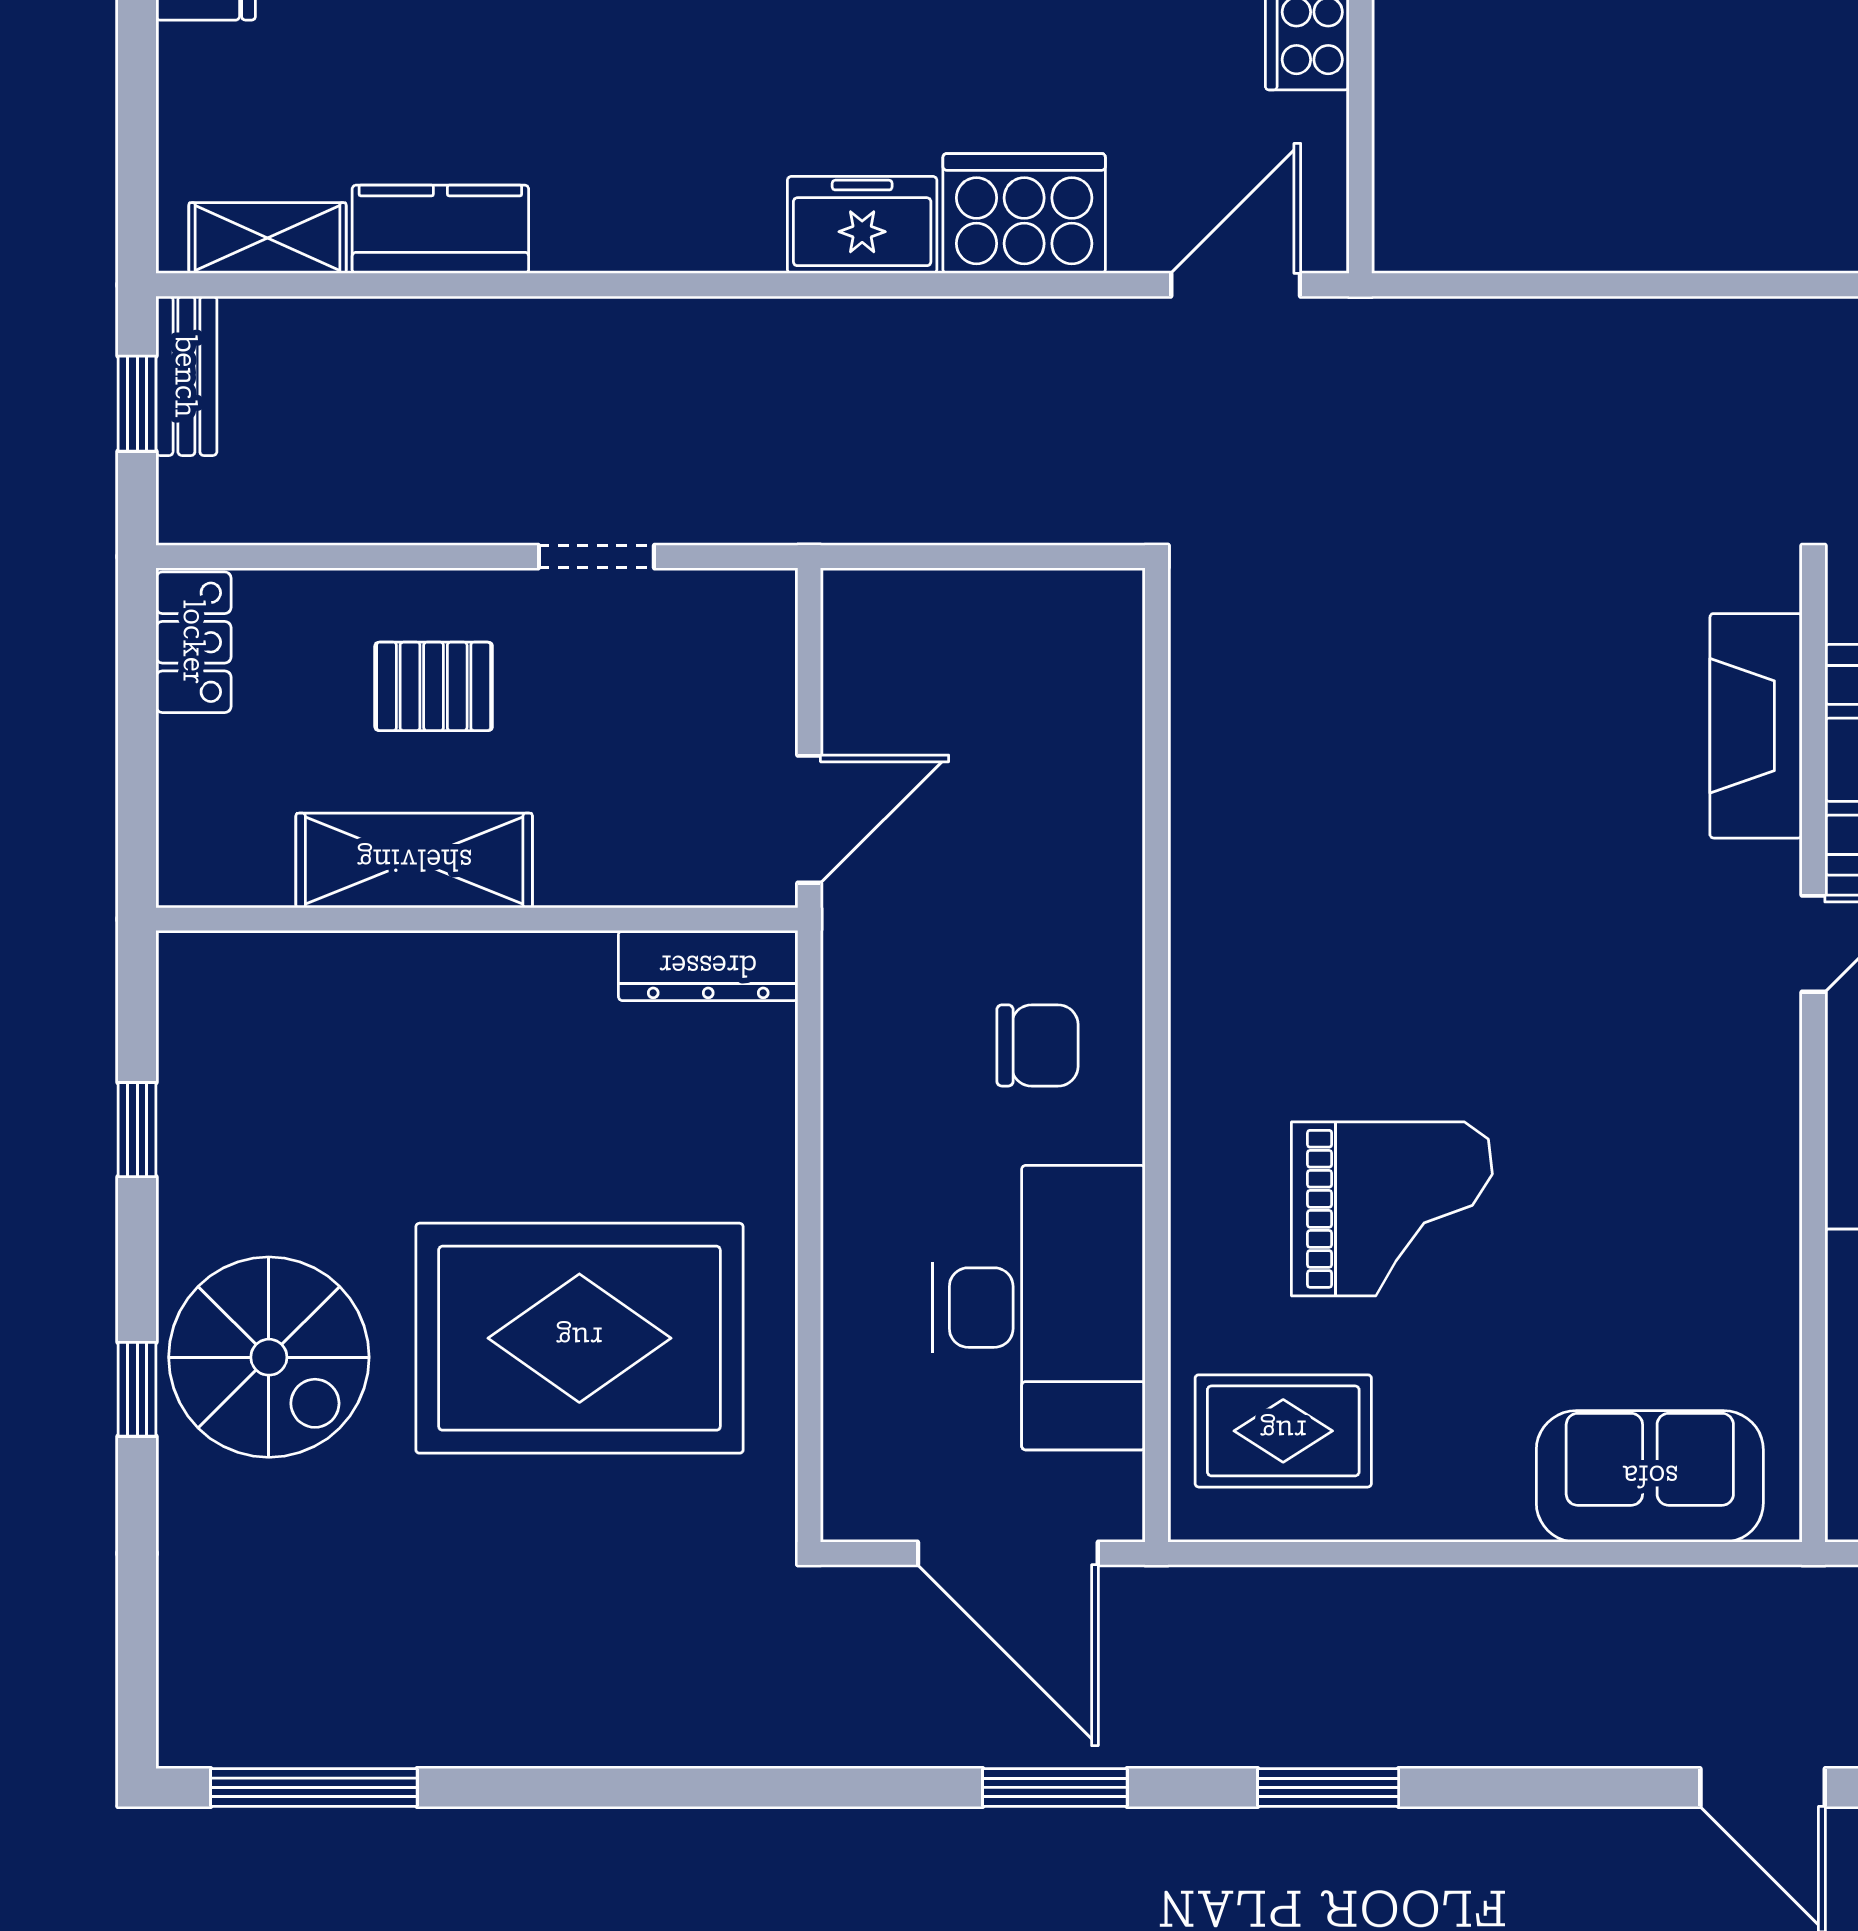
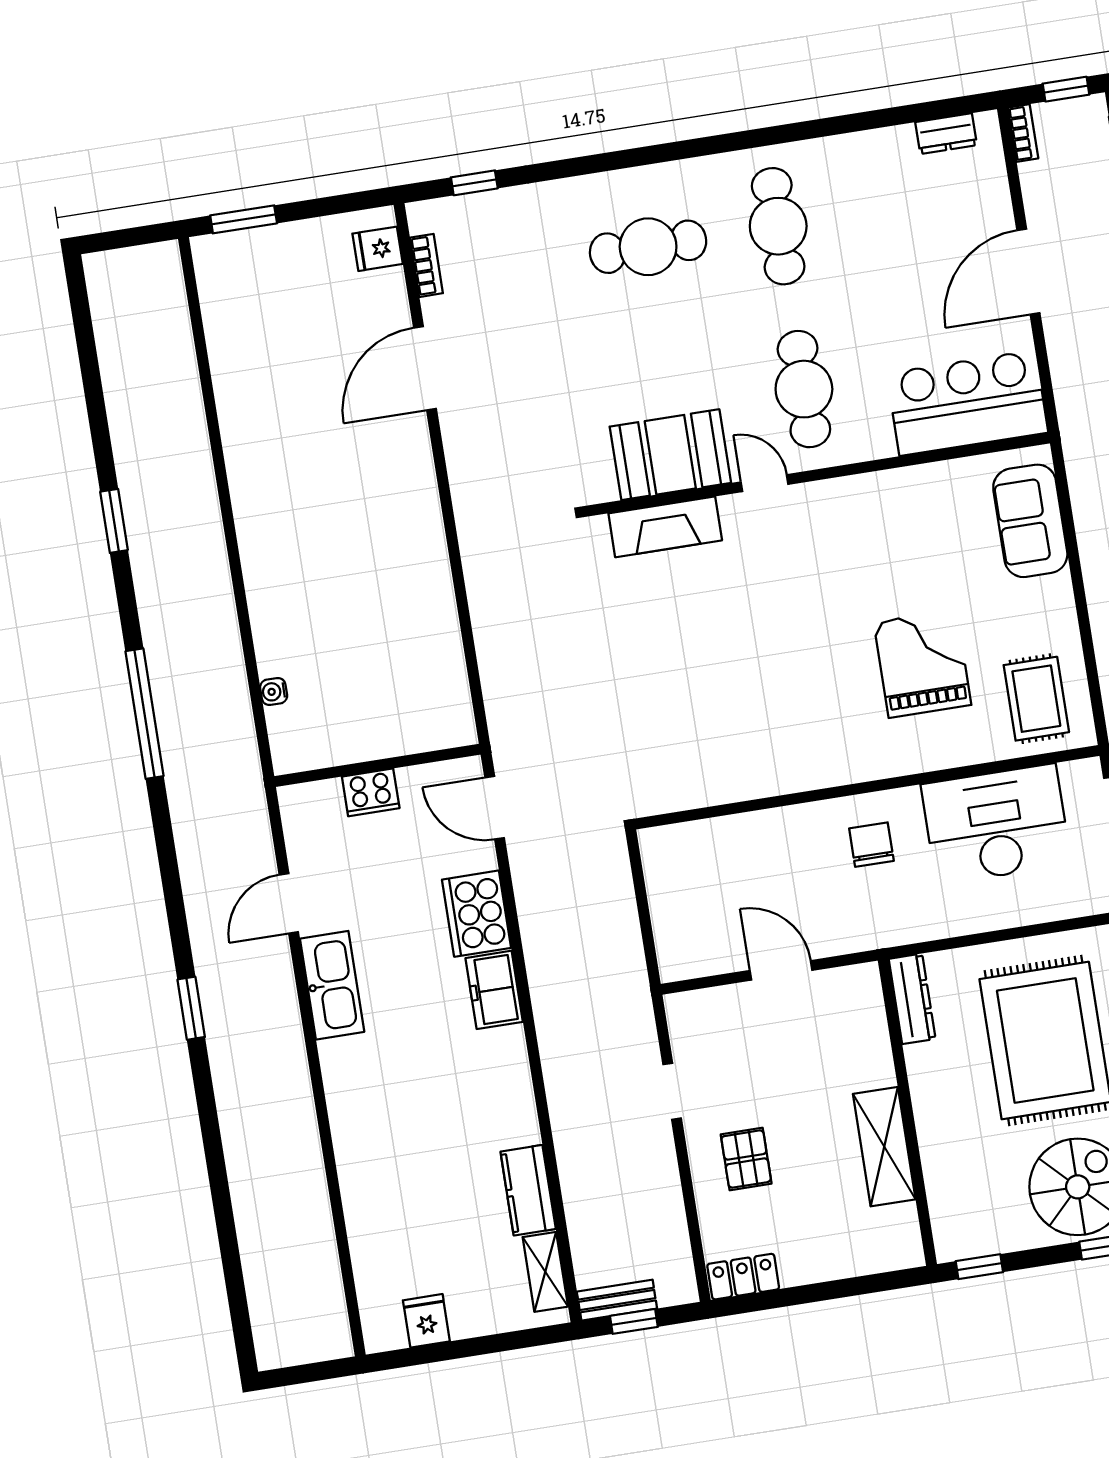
shelving: (414, 860) -> (884, 1147), moved
wall: (477, 919) -> (907, 1112), moved
dresser: (708, 966) -> (912, 999), moved

